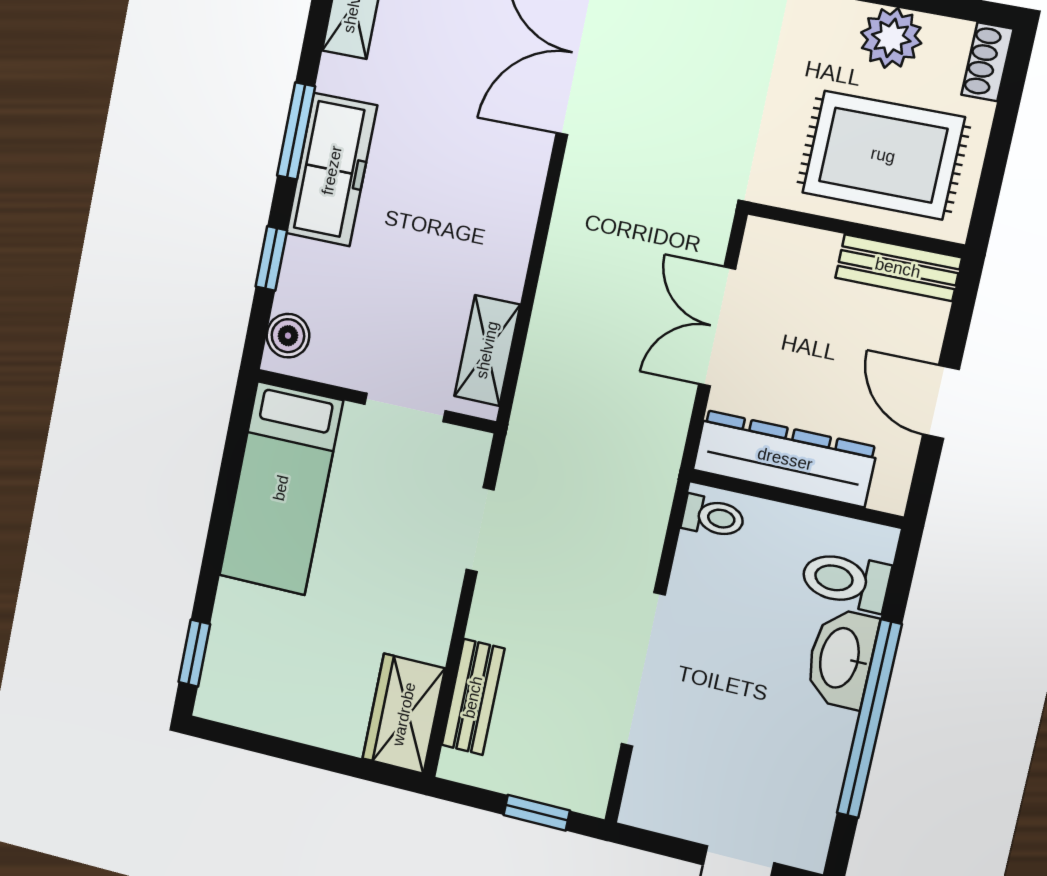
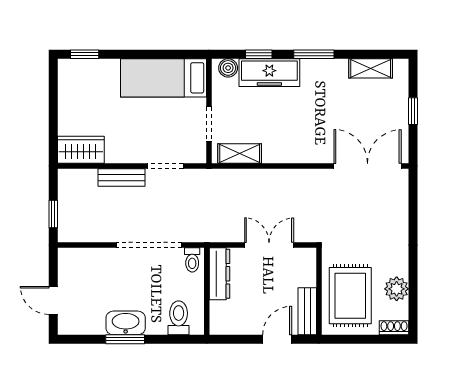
freezer: (332, 170) -> (269, 73), moved
door: (941, 402) -> (277, 339), moved
dresser: (785, 459) -> (220, 274), width x0.73, depth x0.80
washbasin: (841, 658) -> (126, 323), moved
doorway: (643, 669) -> (149, 245), moved
bench: (473, 697) -> (121, 177), moved
window: (869, 719) -> (125, 339), width x0.47

